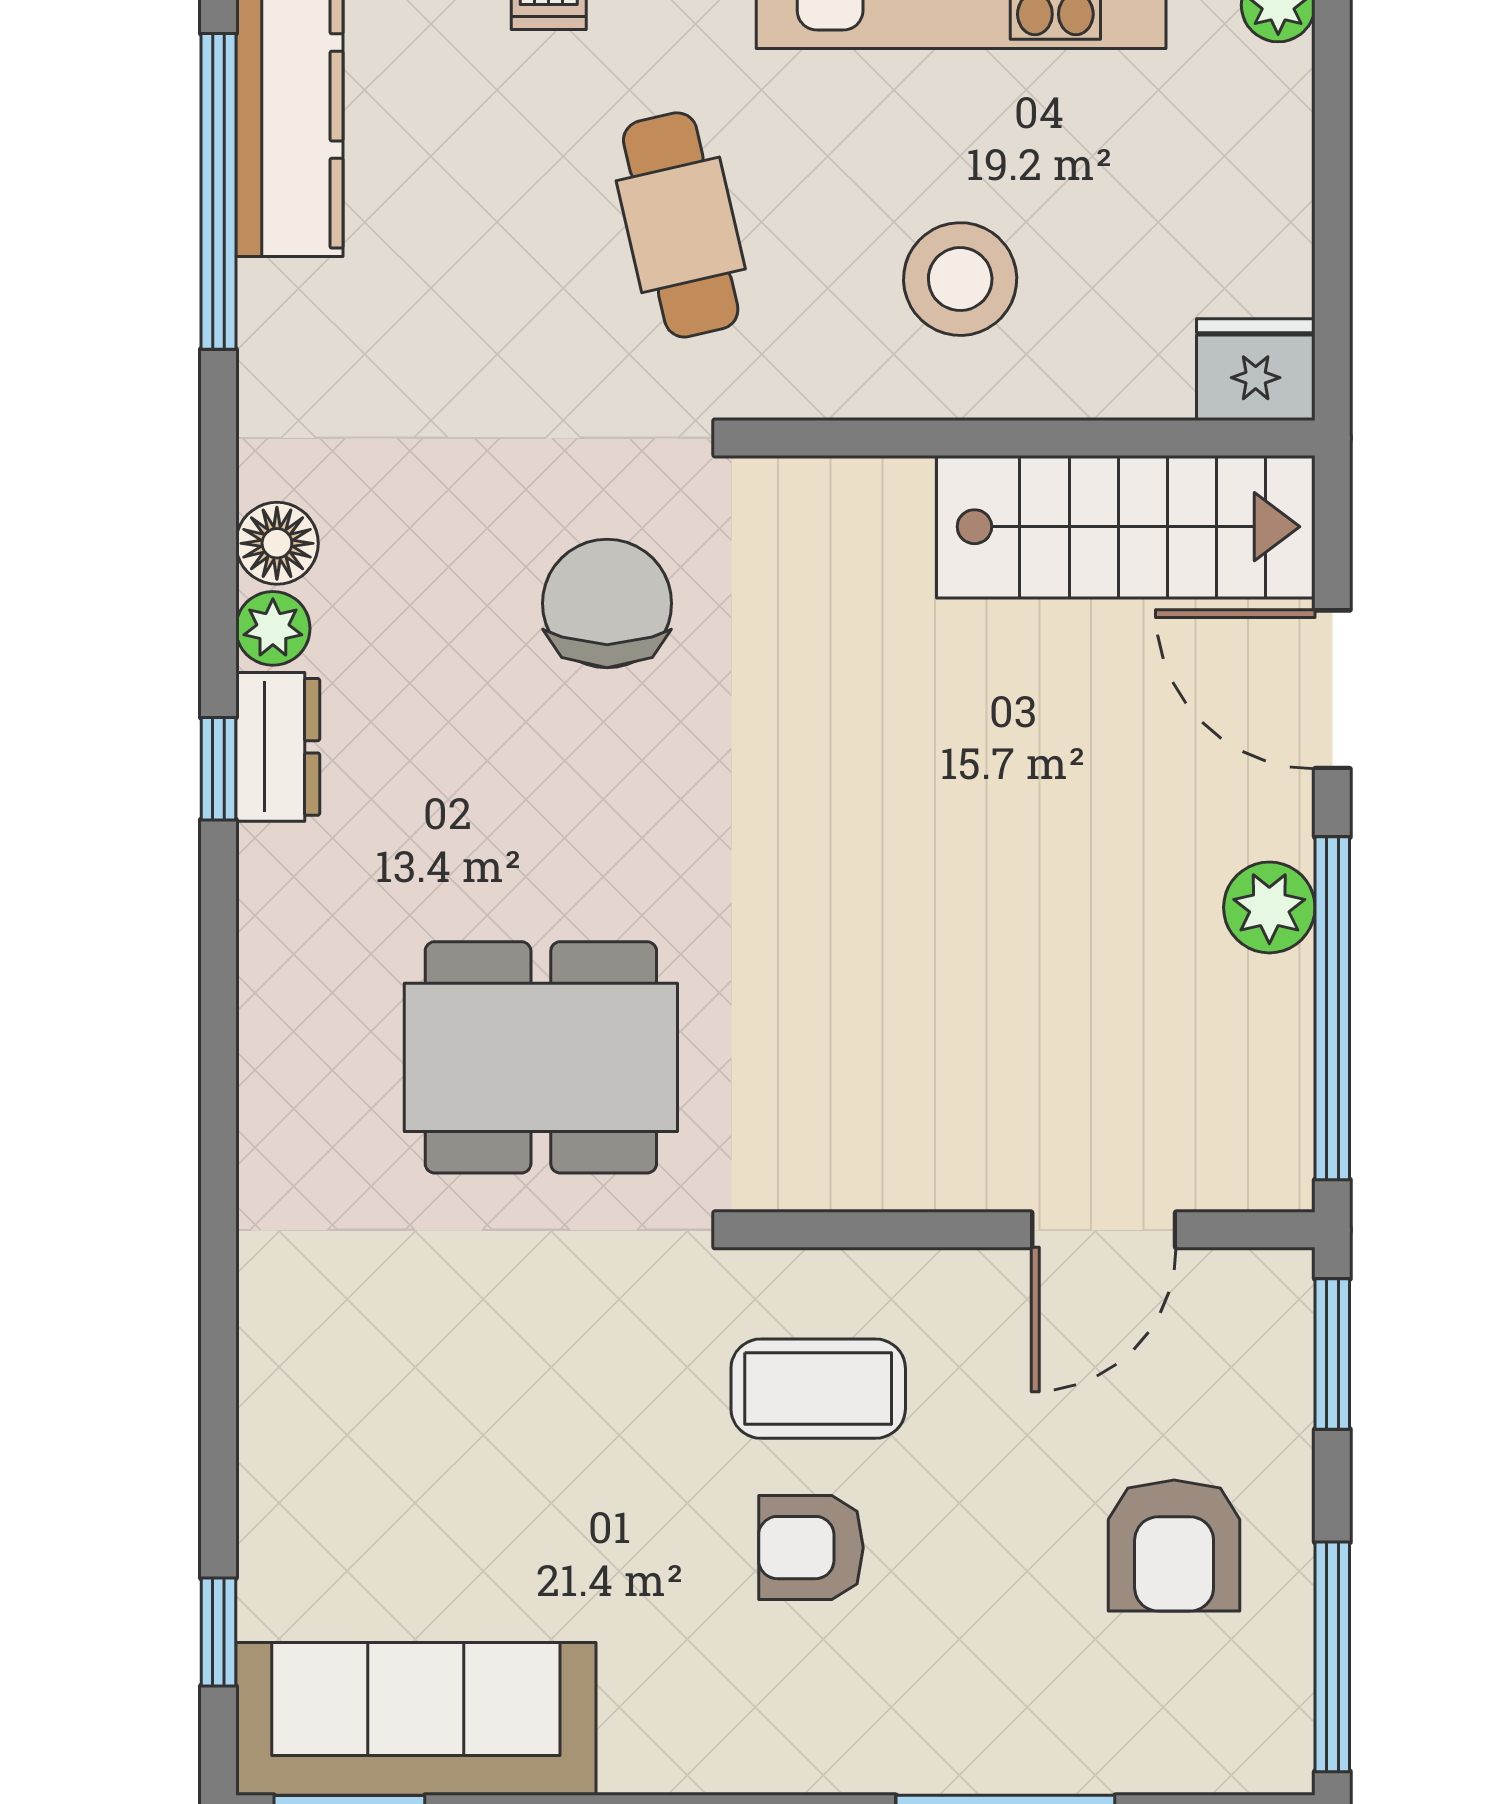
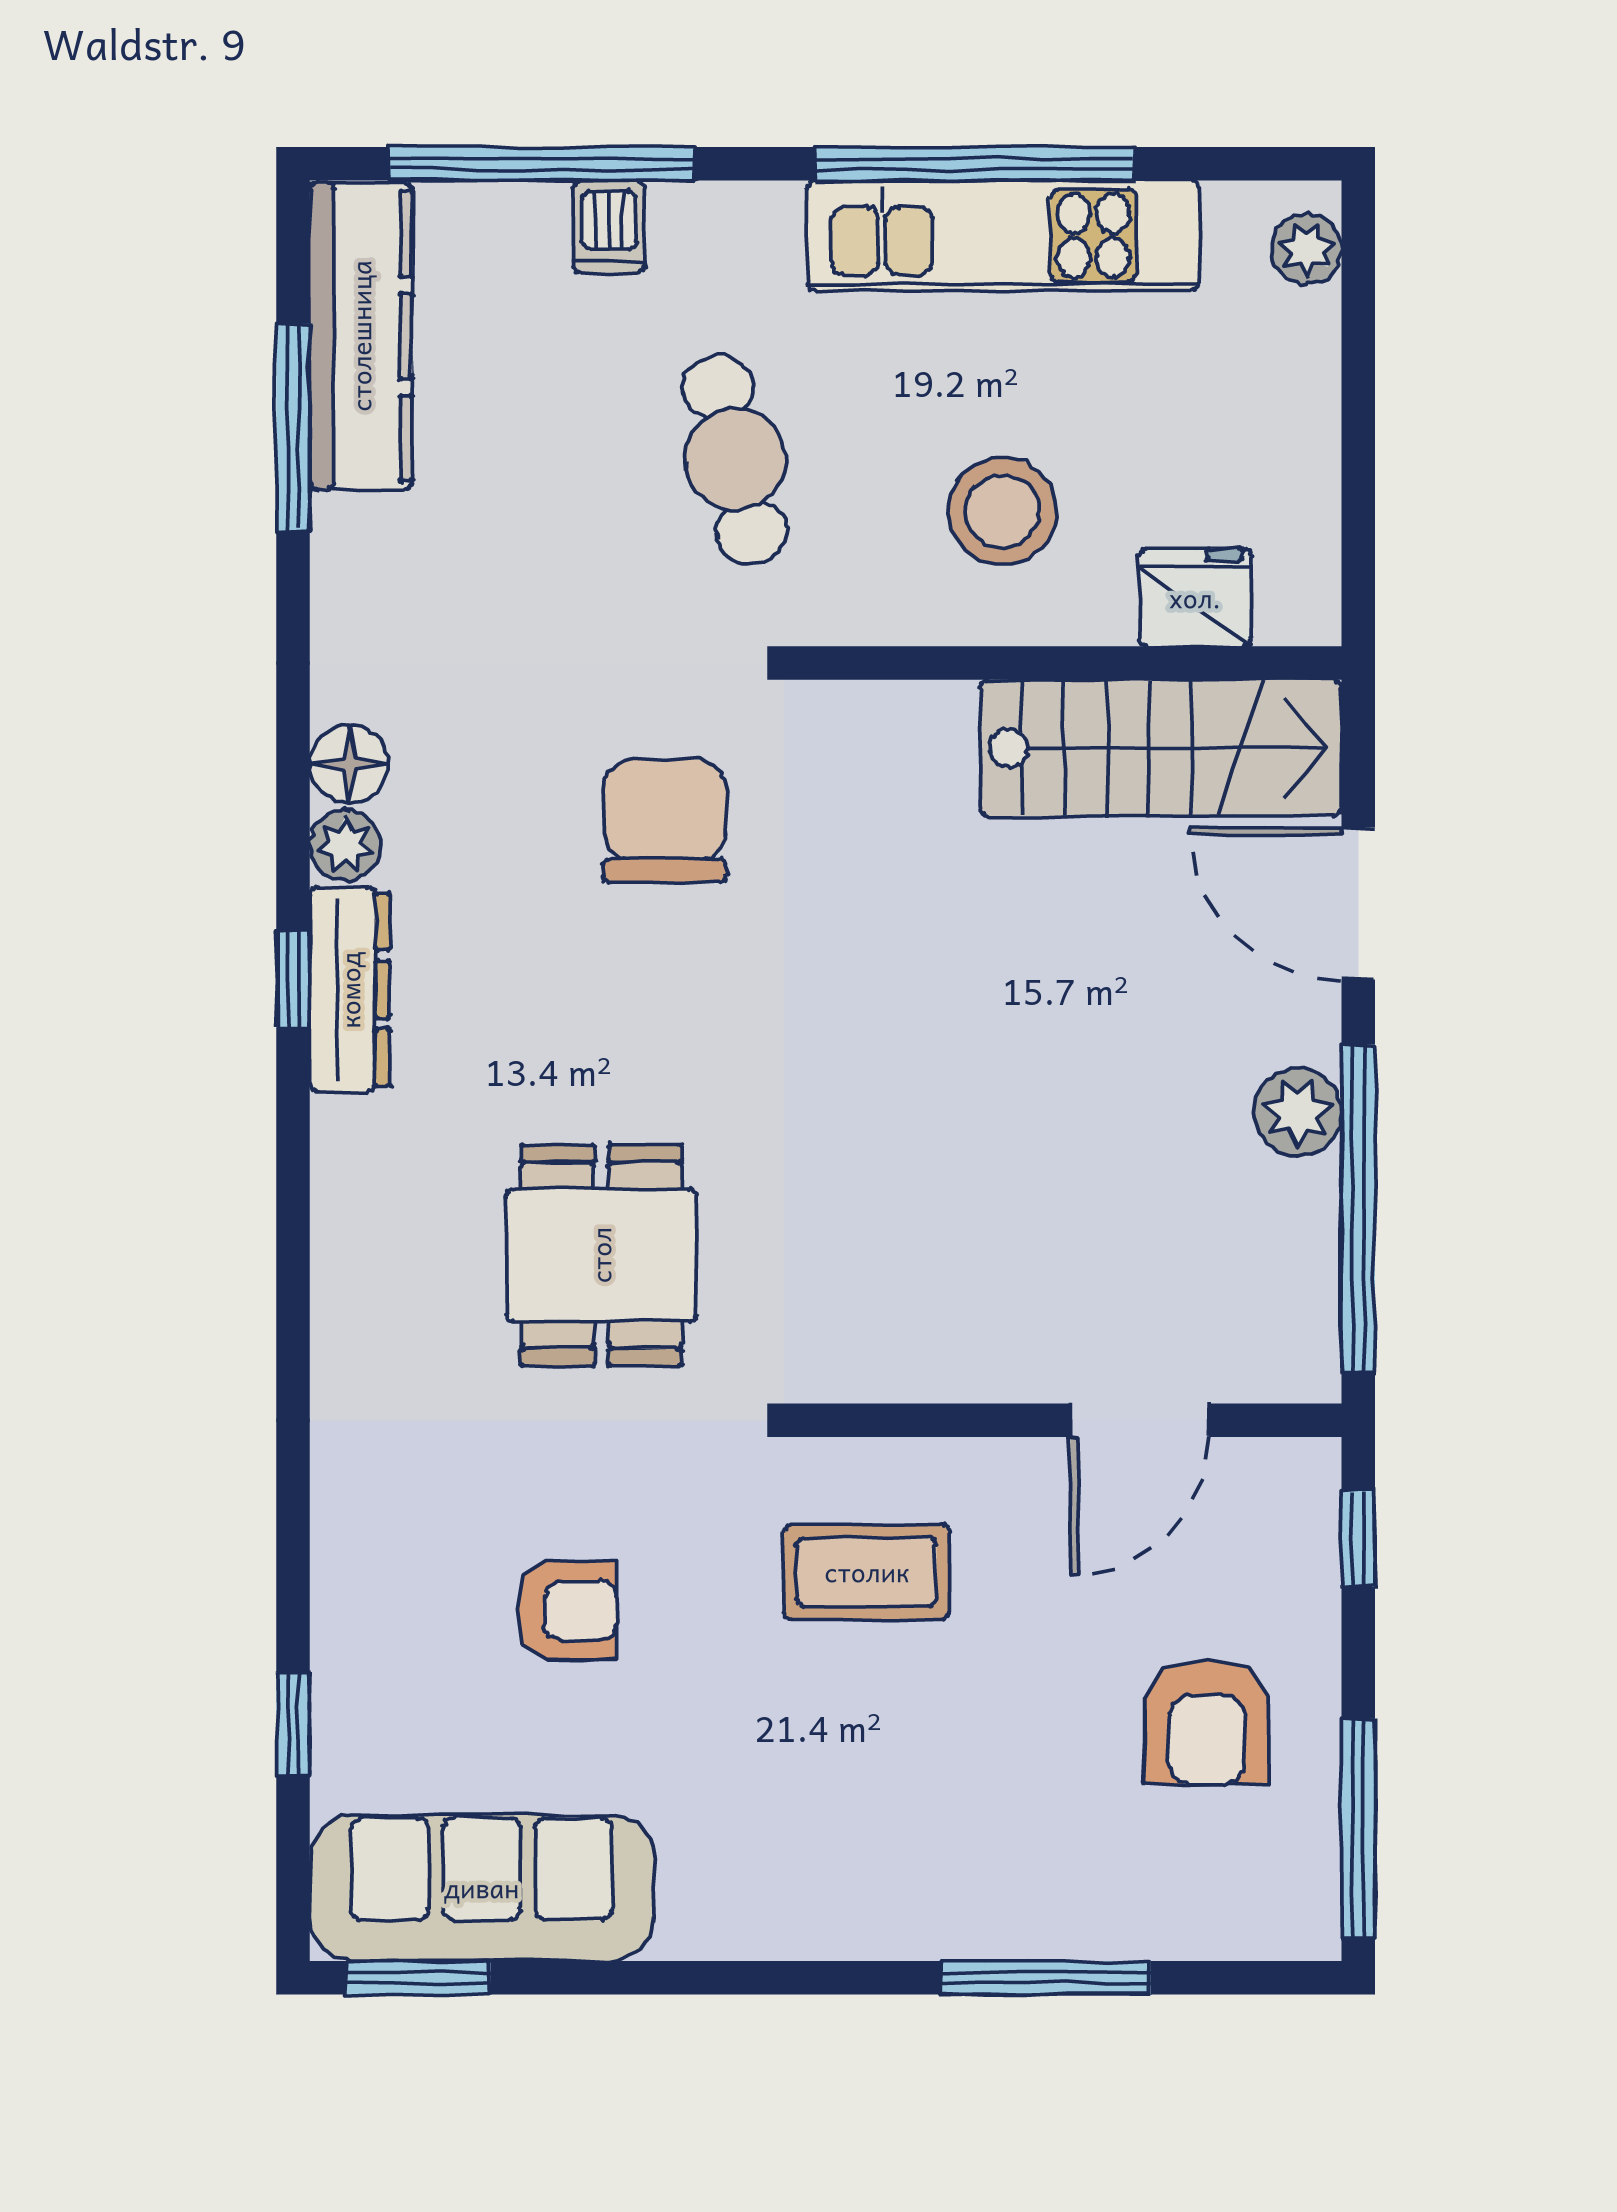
window: (218, 191) -> (293, 427), width x0.68
fridge: (1256, 370) -> (1195, 598), moved
dresser: (278, 747) -> (350, 990), width x1.44
dining table: (541, 1057) -> (601, 1255), width x0.73
window: (1332, 1354) -> (1358, 1539), width x0.67
armchair: (811, 1548) -> (566, 1610), moved, turned 180
window: (218, 1632) -> (293, 1724), moved

